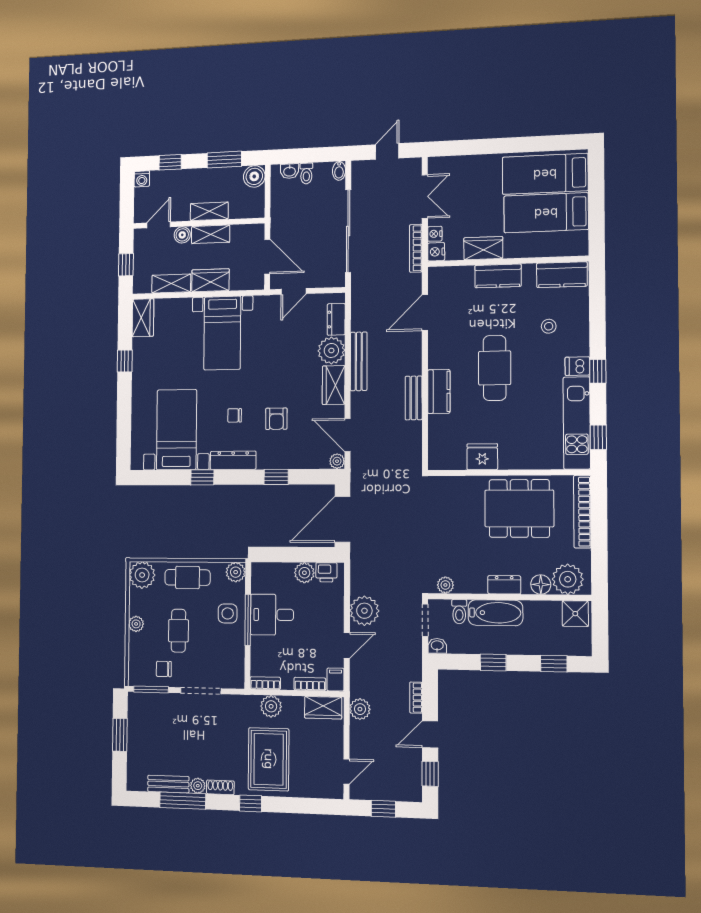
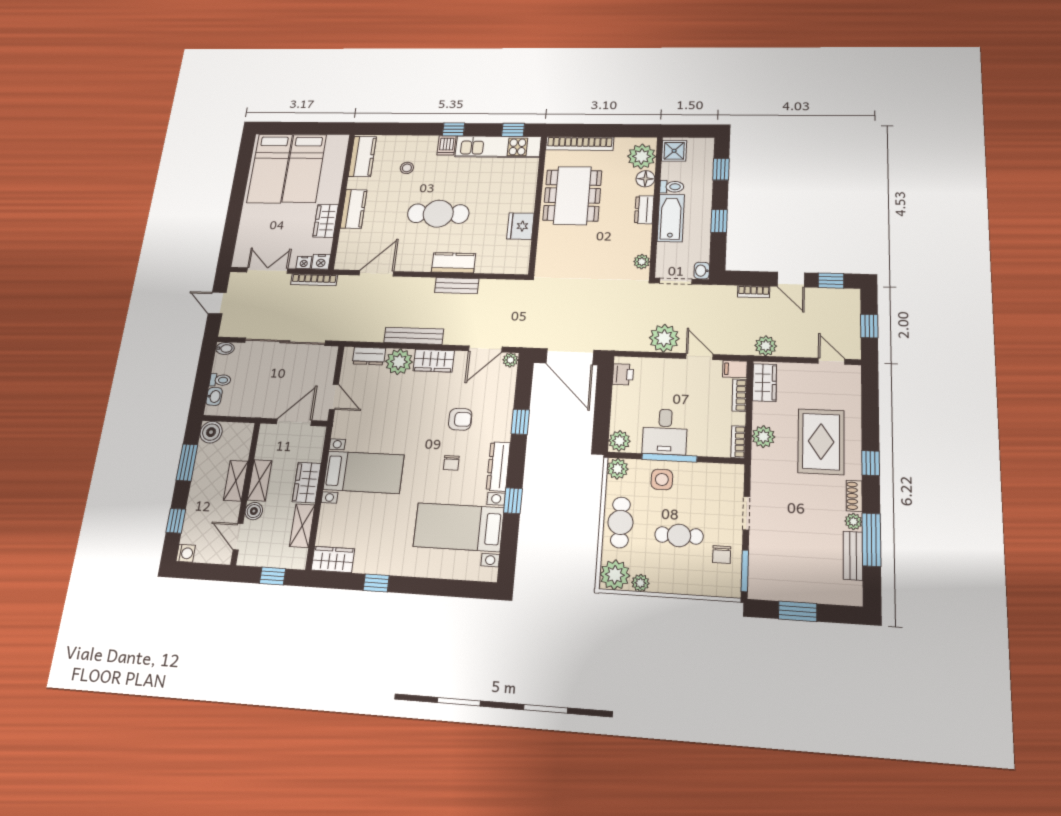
door: (425, 313) -> (377, 273), swing flipped
plant: (304, 573) -> (619, 441), moved
toilet: (459, 612) -> (672, 187), moved
plant: (136, 624) -> (640, 583), moved
doorway: (201, 691) -> (746, 513), width x0.73
rug: (269, 759) -> (821, 442), turned 90

